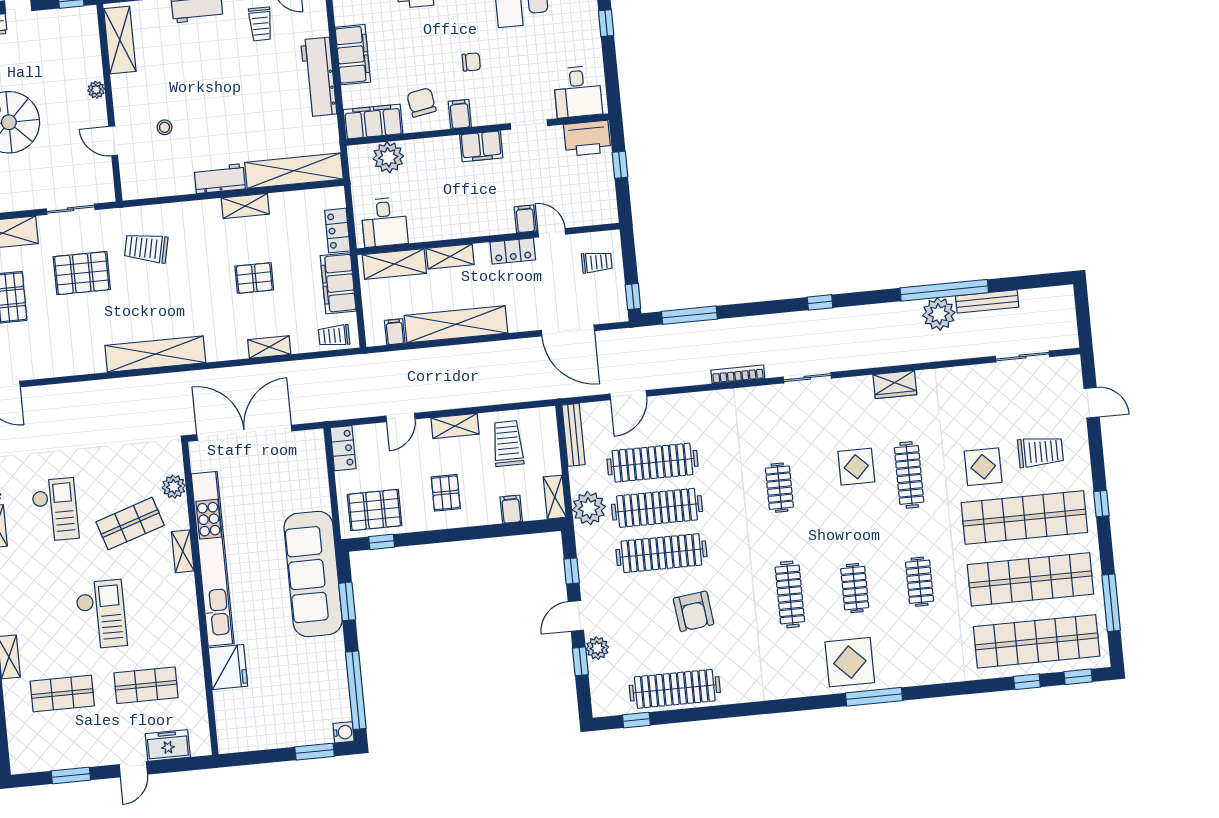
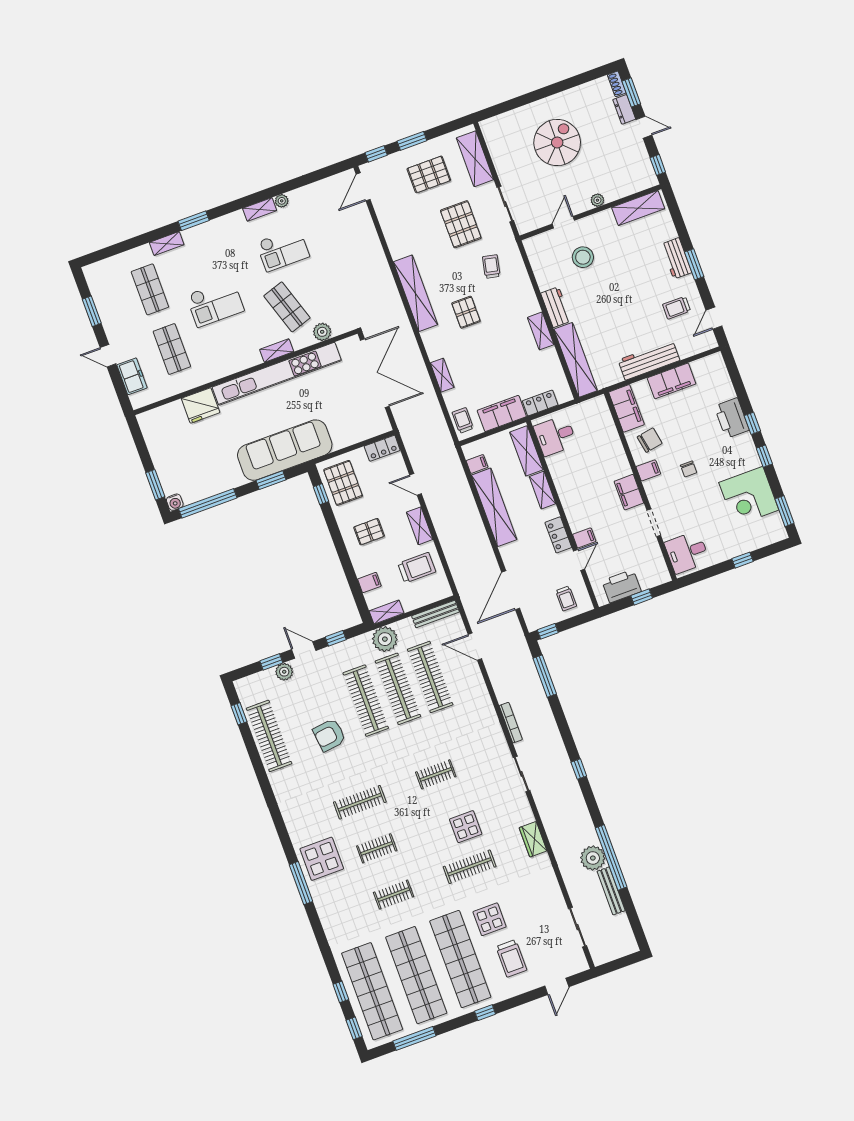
stool: (165, 127) -> (583, 257), width x1.89, depth x1.89
printer: (587, 138) -> (621, 586), moved, turned 90
plant: (388, 157) -> (603, 426), removed
trolley: (146, 248) -> (491, 267), width x0.73, depth x0.72
pallet: (254, 278) -> (466, 312), moved

